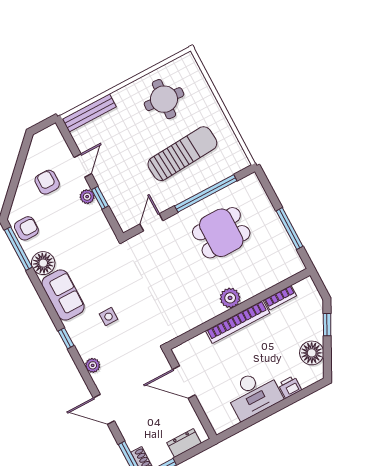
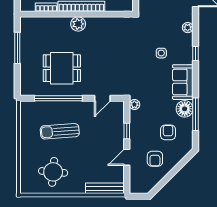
sun lounger: (182, 154) -> (60, 131), width x0.73, depth x0.75
plant: (87, 197) -> (134, 105), moved
armchair: (26, 228) -> (168, 132), moved, turned 90
window: (18, 249) -> (195, 114), moved

